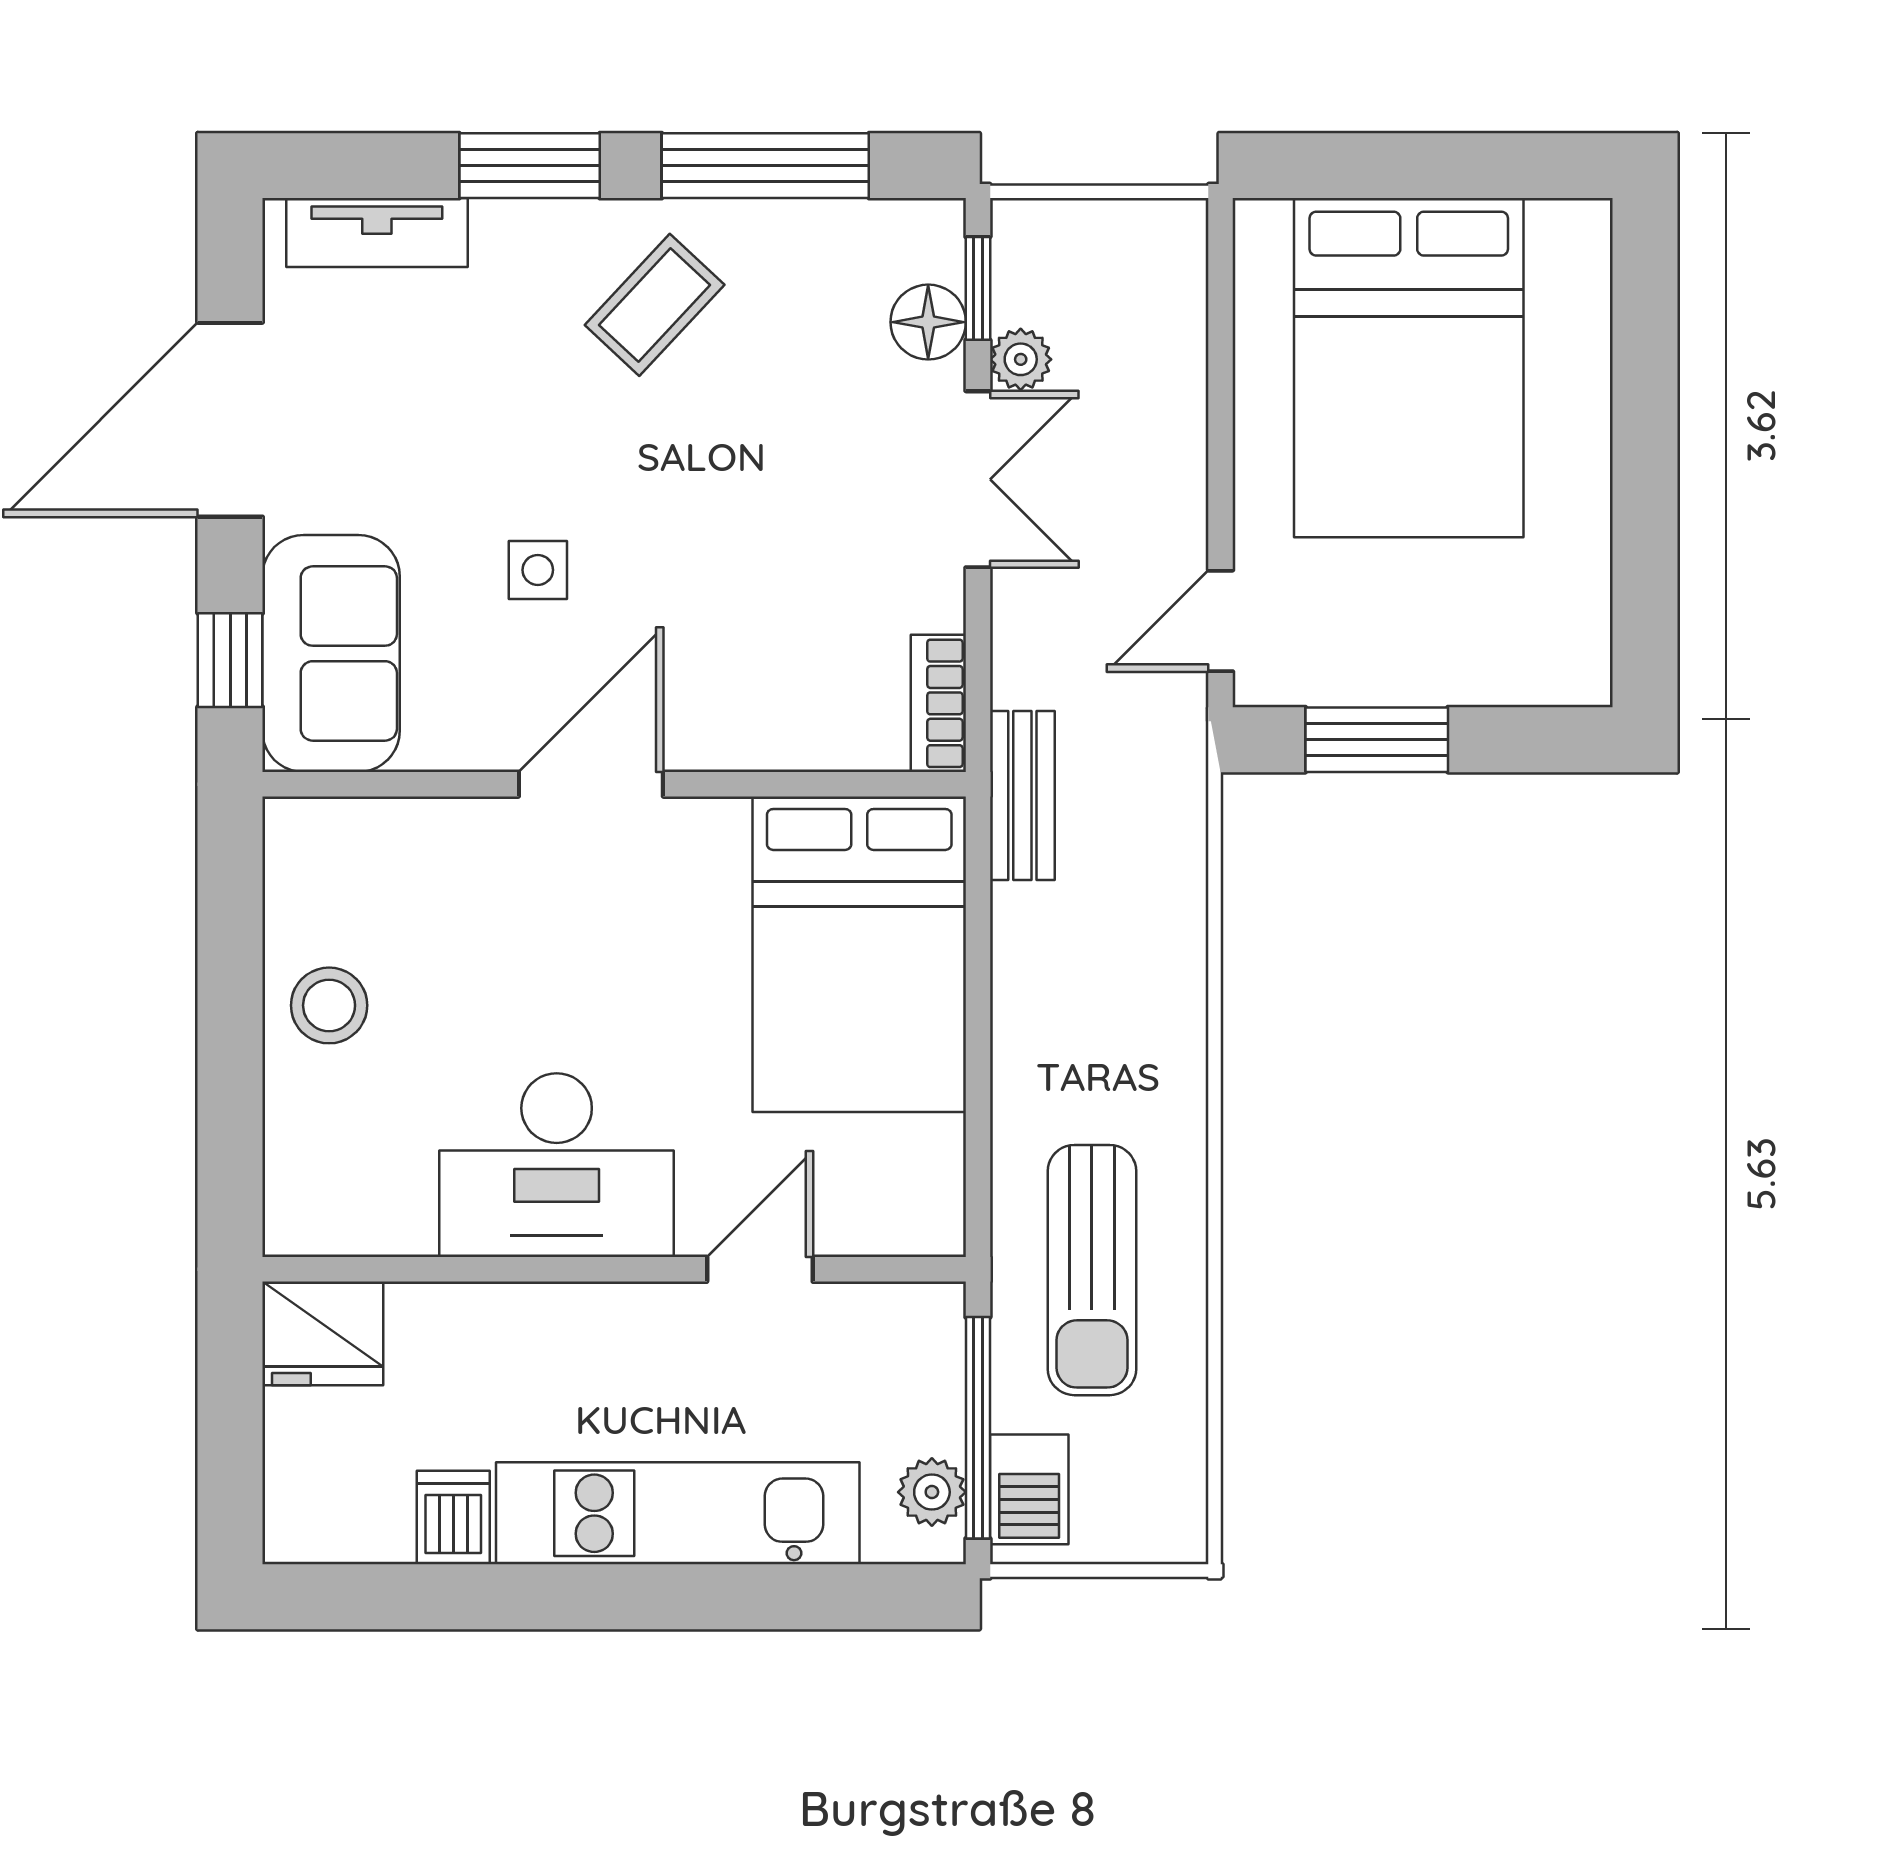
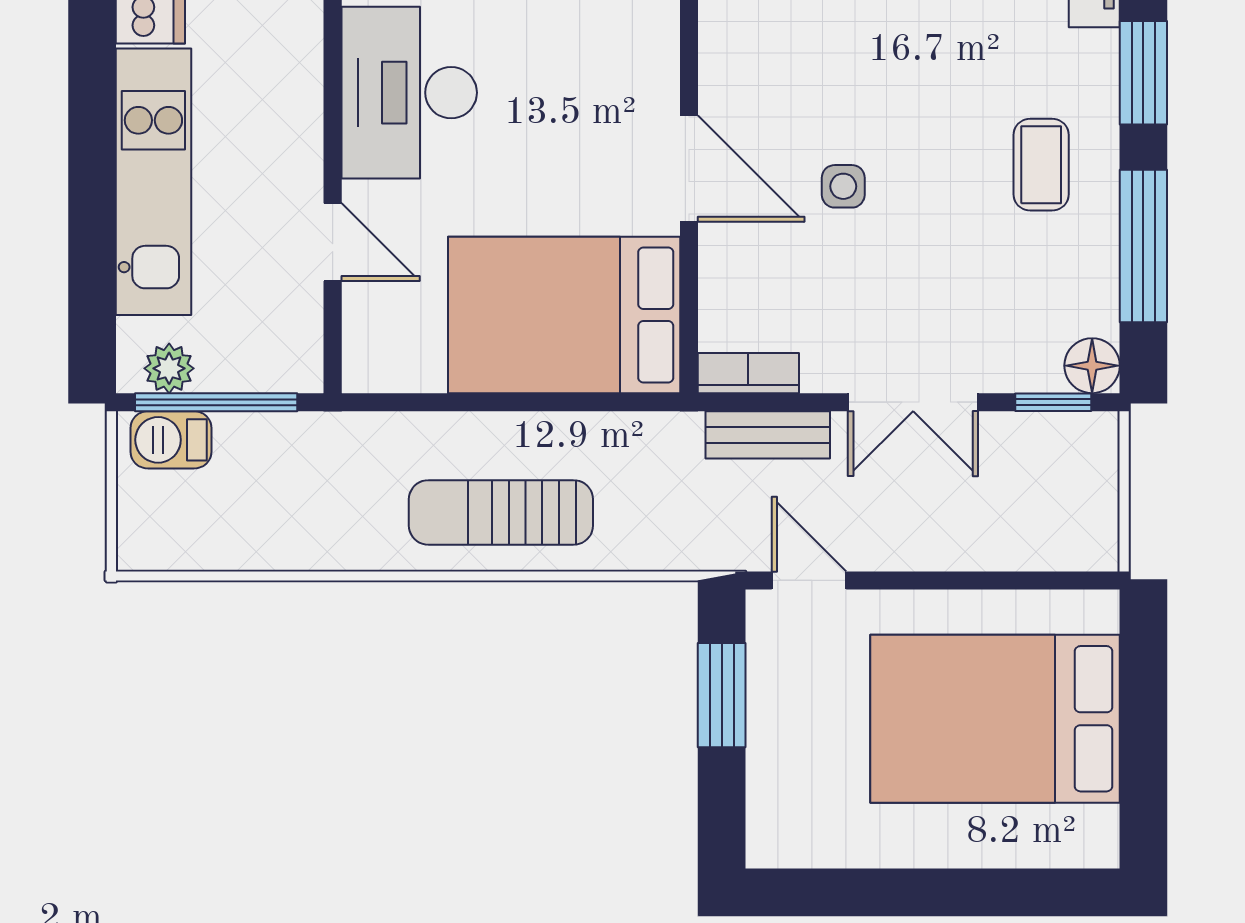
coffee table: (655, 305) -> (1041, 165), turned 47
floor lamp: (928, 322) -> (1092, 366), moved
plant: (1021, 359) -> (1001, 434), removed
side table: (538, 570) -> (843, 186), moved
door: (591, 784) -> (689, 169), moved
bench: (1022, 796) -> (768, 435), moved
sun lounger: (1092, 1270) -> (501, 512), moved

